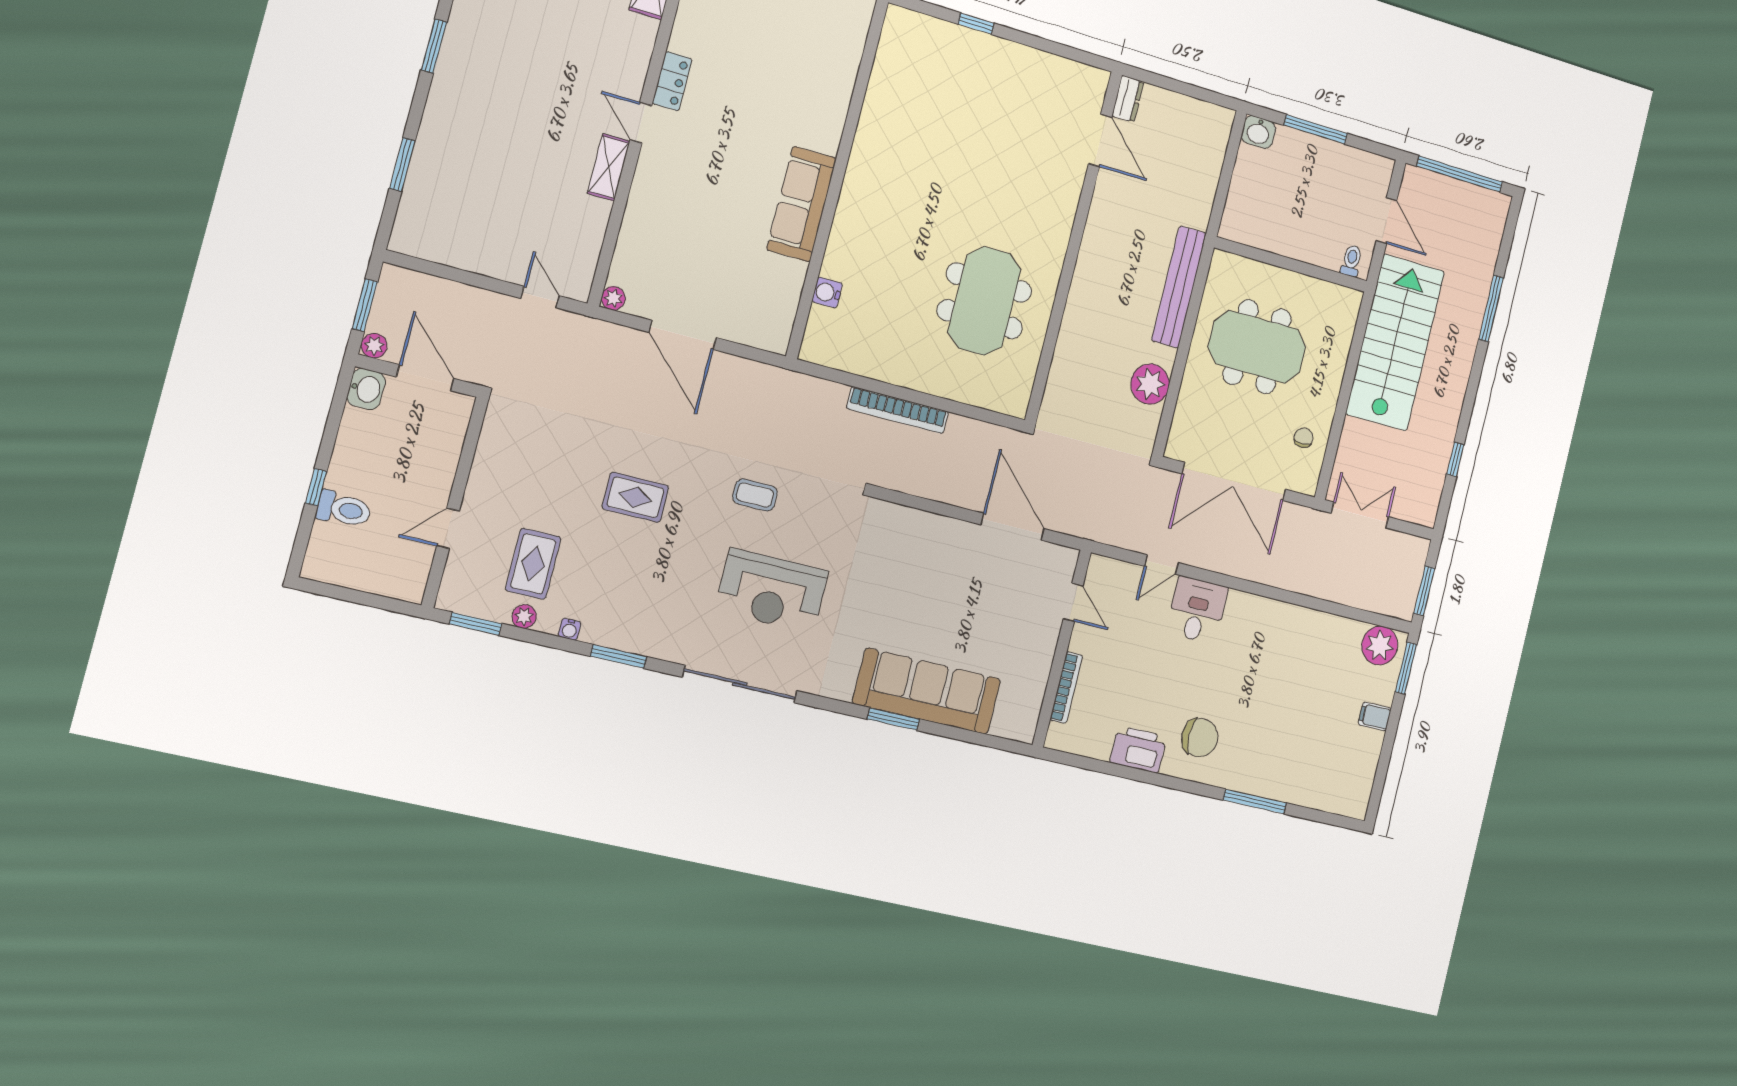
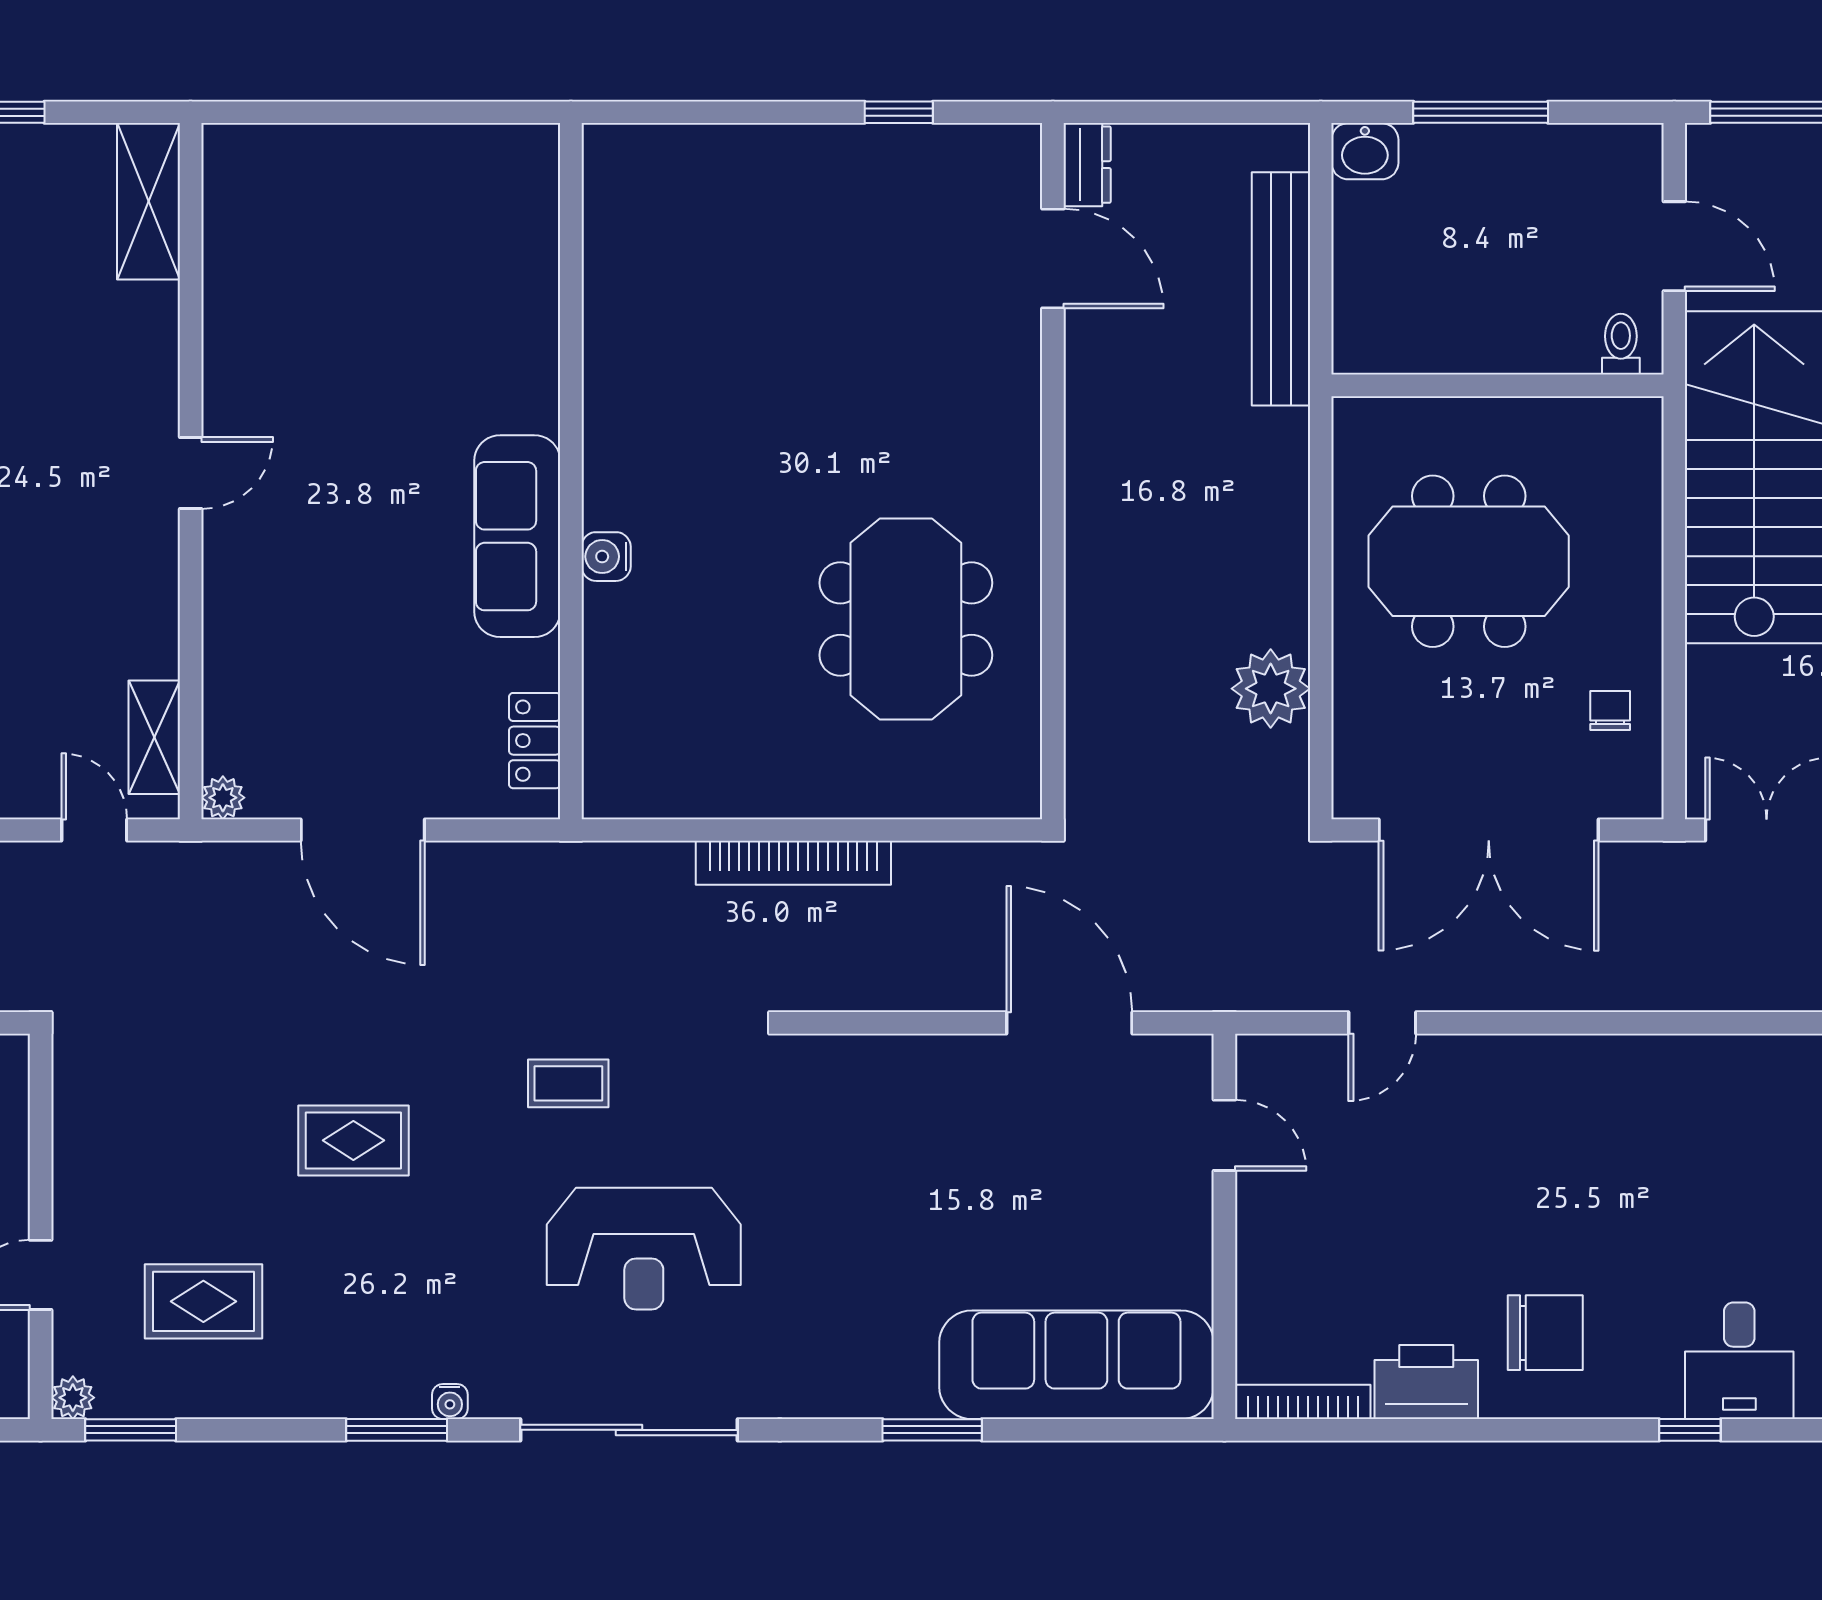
window: (976, 24) -> (899, 112), moved
locker: (672, 81) -> (535, 741), moved, turned 180
door: (641, 123) -> (191, 473), swing flipped
shelving: (609, 167) -> (154, 737), moved
bench: (1179, 287) -> (1281, 289), moved
water cooler: (827, 293) -> (606, 557), moved
rug: (533, 564) -> (203, 1301), turned 90
desk: (1197, 610) -> (1739, 1361), moved, turned 180
plant: (524, 617) -> (73, 1398), moved
water cooler: (570, 629) -> (450, 1402), moved
bookcase: (1066, 688) -> (1303, 1402), moved, turned -90
sofa: (927, 691) -> (1076, 1365), moved
window: (1255, 801) -> (1690, 1430), width x0.46

